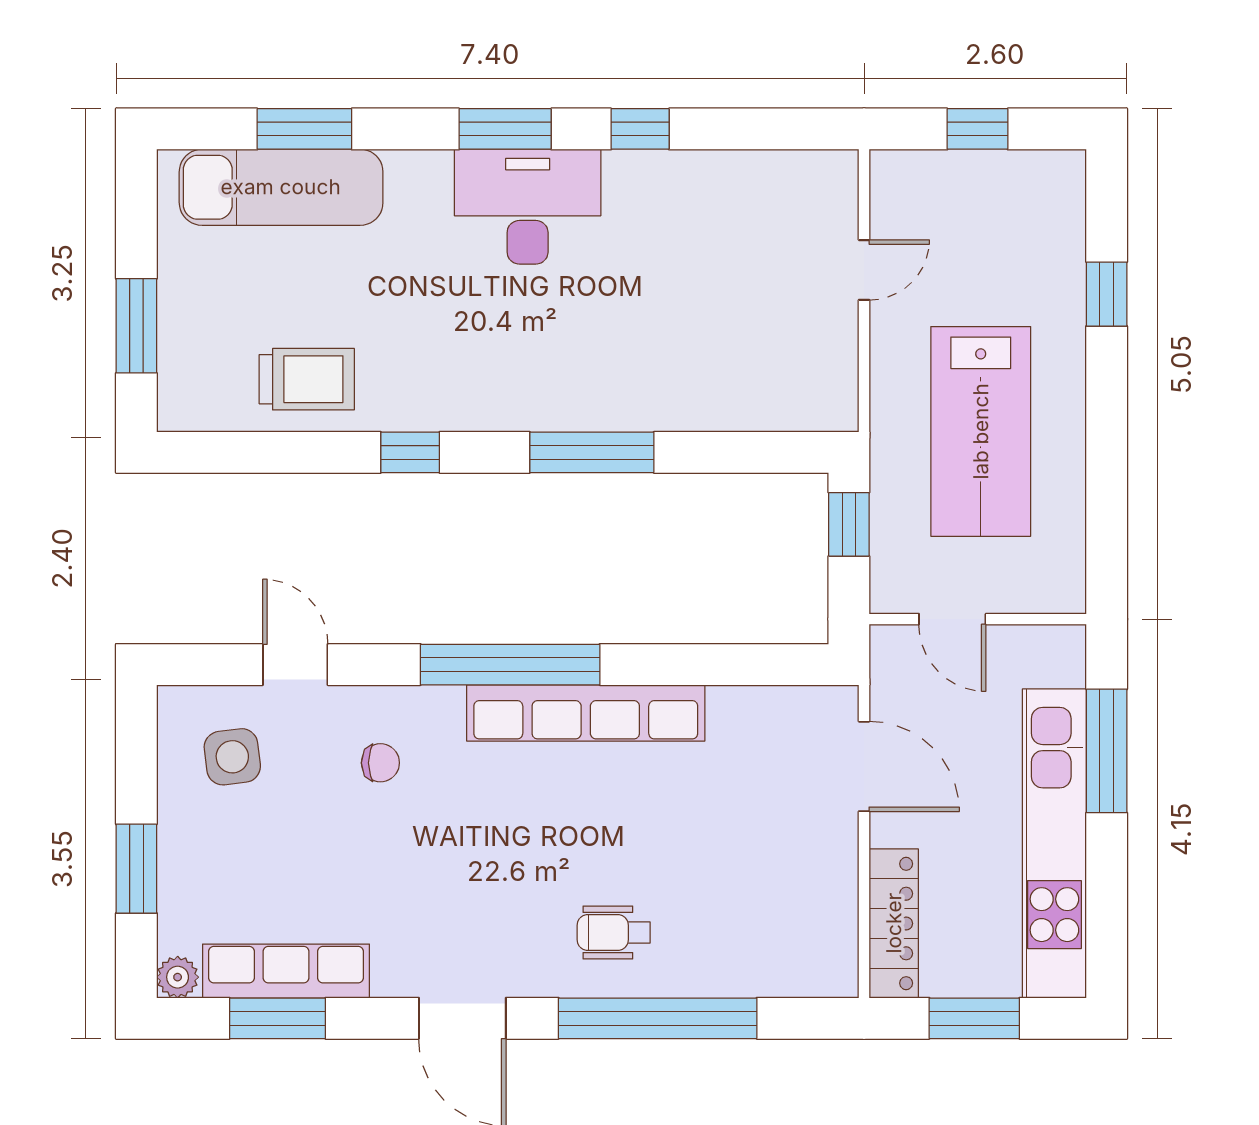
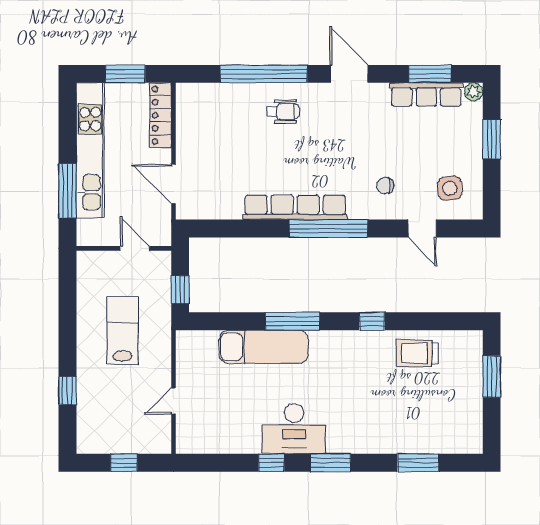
exam couch: (281, 187) -> (264, 347), moved, turned 180
desk: (528, 207) -> (294, 429), moved
lab bench: (981, 431) -> (122, 330), width x0.73, depth x0.72

